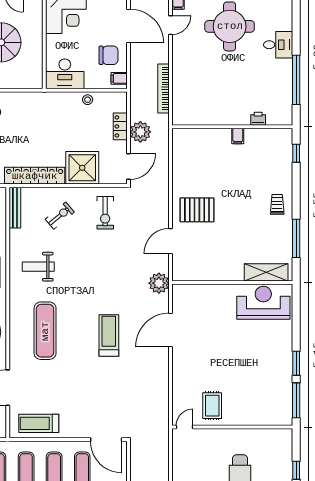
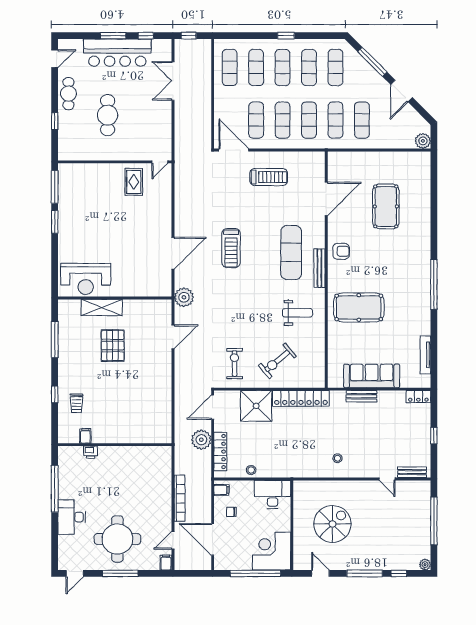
desk: (278, 45) -> (72, 517), width x1.37
chair: (109, 55) -> (231, 512), width x0.54, depth x0.54
bookcase: (164, 88) -> (180, 498), moved
locker: (120, 126) -> (220, 452), width x1.53
filing cabinet: (238, 136) -> (85, 436), moved
window: (296, 153) -> (55, 394), moved
trolley: (277, 204) -> (76, 403), moved
bench: (15, 208) -> (319, 268), moved
pallet: (197, 210) -> (113, 346), moved, turned 90
exercise bike: (60, 216) -> (277, 361), width x1.38, depth x1.39
shelving: (266, 272) -> (102, 307), moved
treadmill: (39, 423) -> (269, 177), moved

